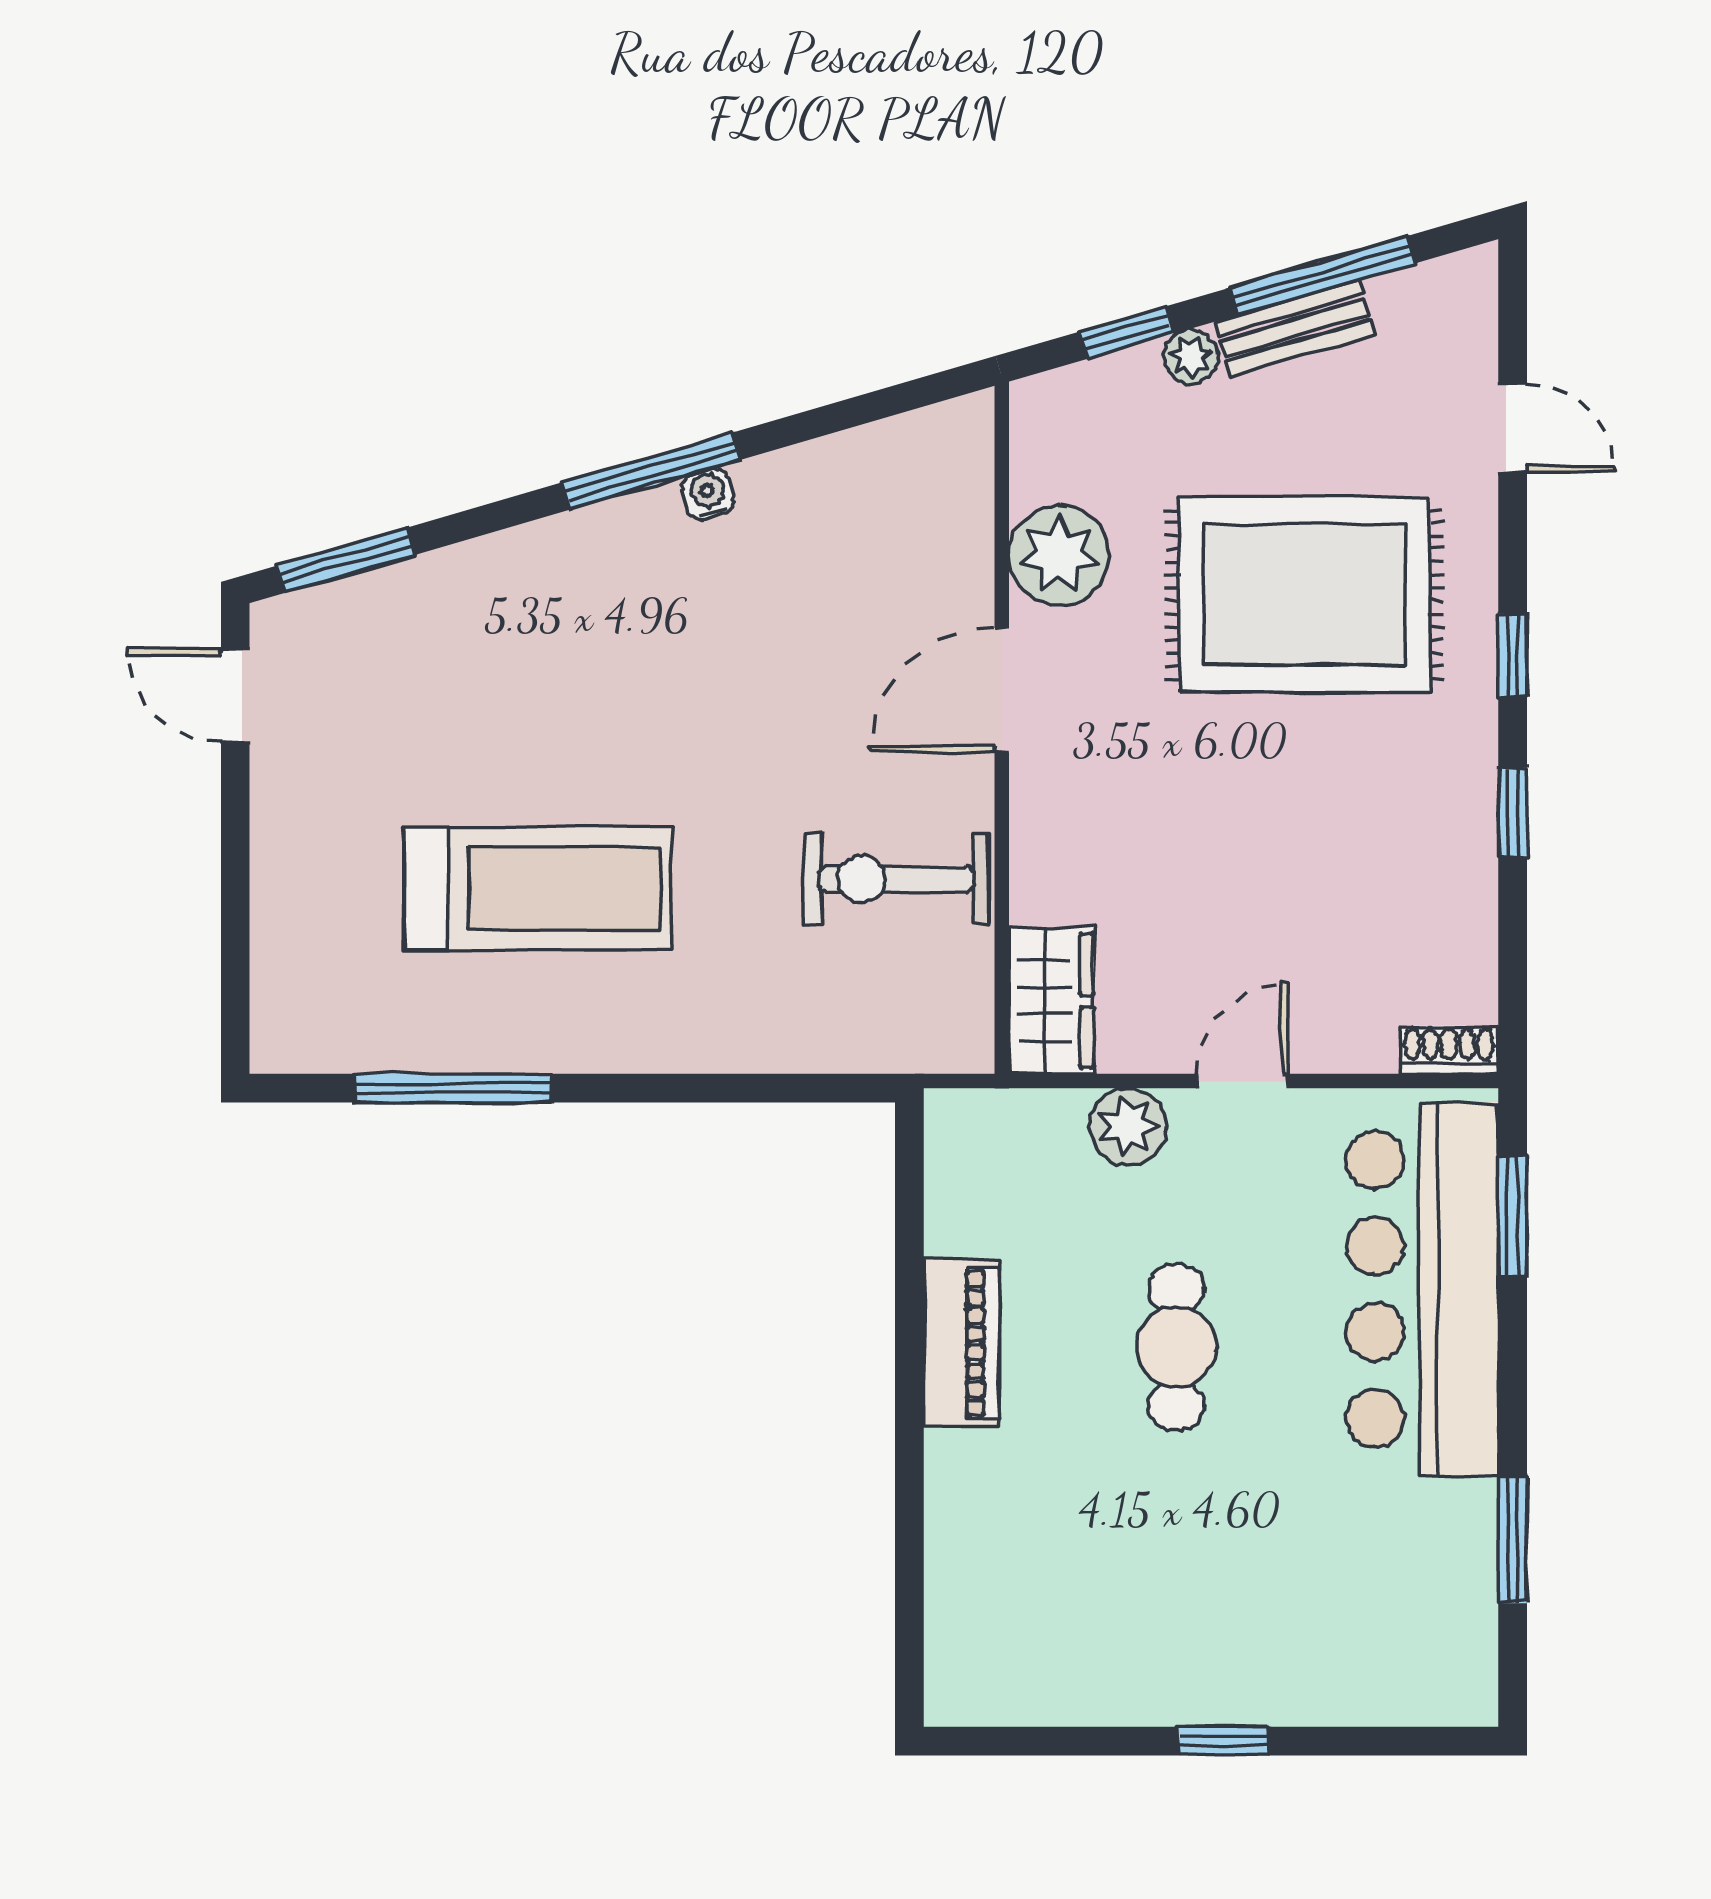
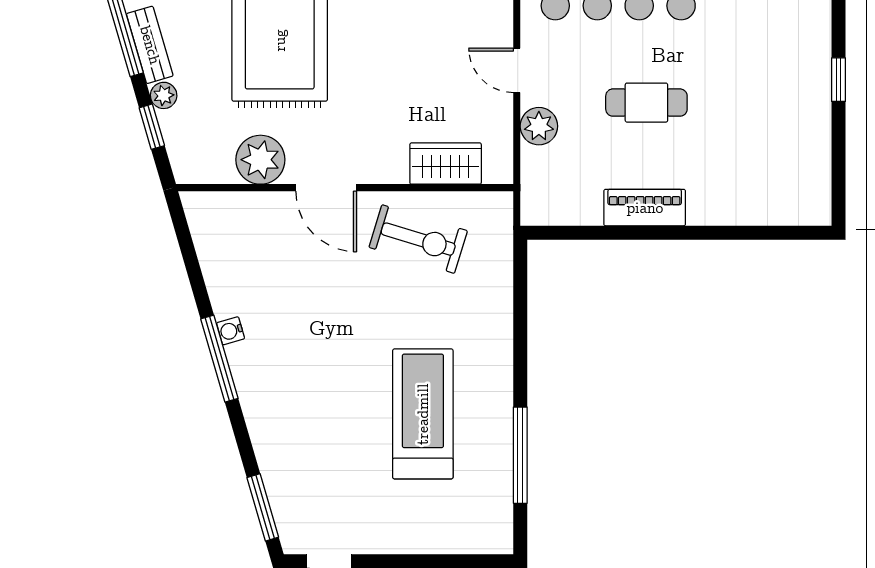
exercise bike: (896, 879) -> (418, 239), turned -73
wardrobe: (1051, 1001) -> (446, 164), moved

